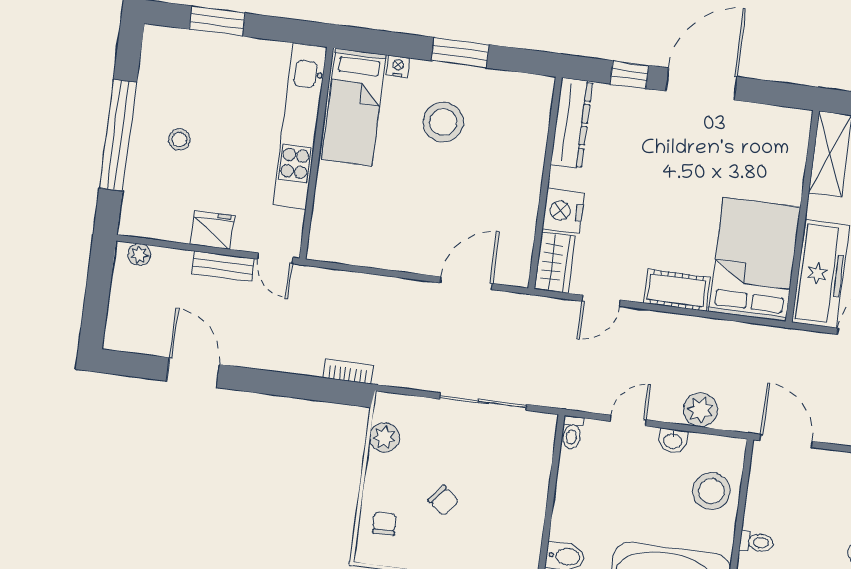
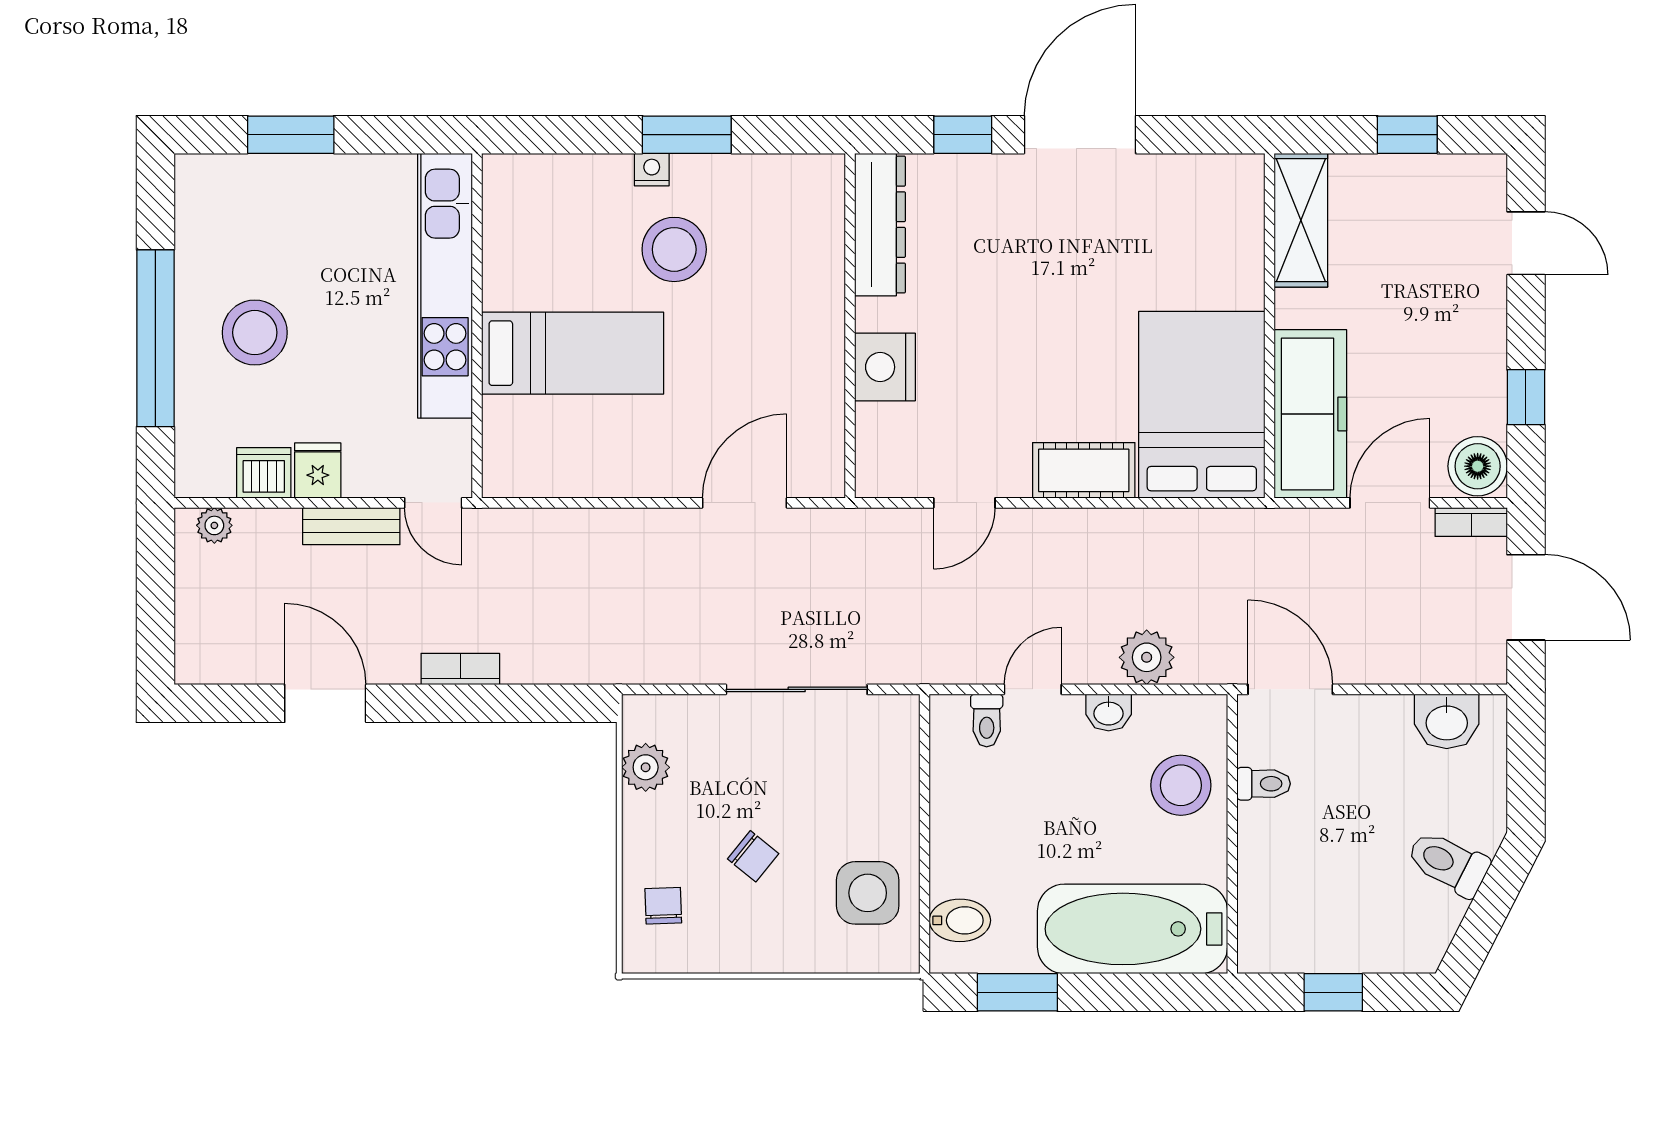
nightstand: (398, 66) -> (652, 170), moved
bed: (354, 107) -> (573, 353), moved, turned -90
stool: (179, 140) -> (255, 333), width x1.89, depth x1.89
dishwasher: (174, 226) -> (264, 473), added
fridge: (212, 230) -> (318, 471), width x0.72
wardrobe: (555, 262) -> (882, 451), removed
bookcase: (348, 371) -> (460, 669), moved
toilet: (572, 433) -> (987, 720), moved
side table: (511, 532) -> (868, 893), added
toilet: (756, 542) -> (1264, 784), moved

